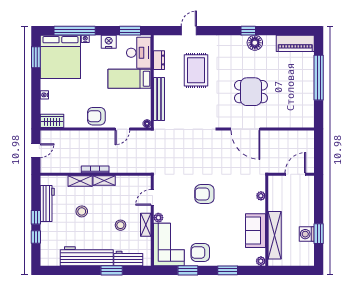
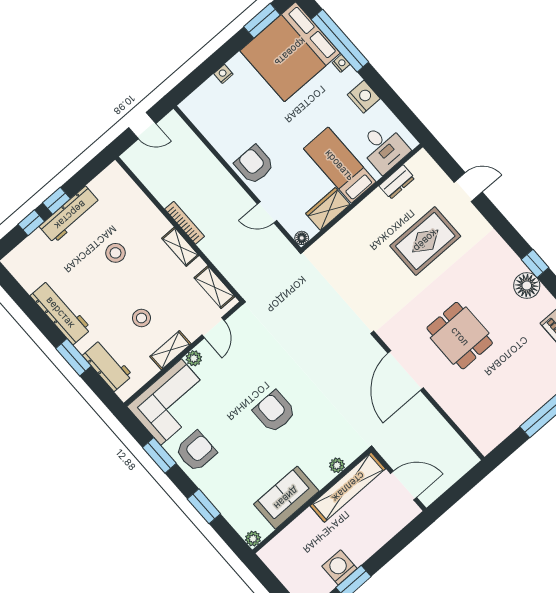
window: (130, 31) -> (402, 112), removed
desk: (139, 53) -> (384, 148), width x0.73
bench: (159, 99) -> (347, 226), removed
wardrobe: (52, 121) -> (328, 209), moved, turned -90
shelving: (80, 181) -> (214, 287), moved
armchair: (204, 194) -> (274, 412), moved
door: (152, 197) -> (213, 328), swing flipped
workbench: (47, 203) -> (70, 215), moved
shelving: (275, 235) -> (348, 487), moved
armchair: (200, 253) -> (196, 451), turned 90
workbench: (87, 256) -> (61, 312), width x0.73, depth x0.76

